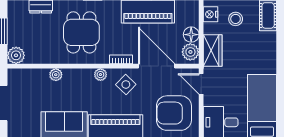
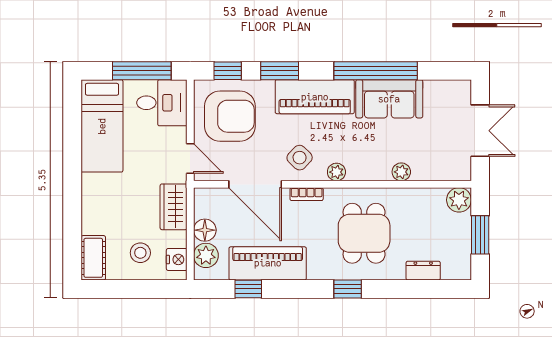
plant: (190, 52) -> (206, 255), moved

